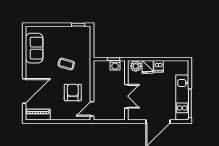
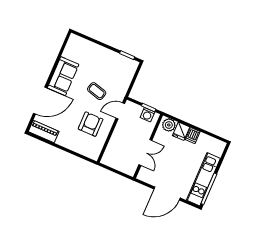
sofa: (34, 48) -> (63, 76), moved
door: (92, 109) -> (120, 111), moved

